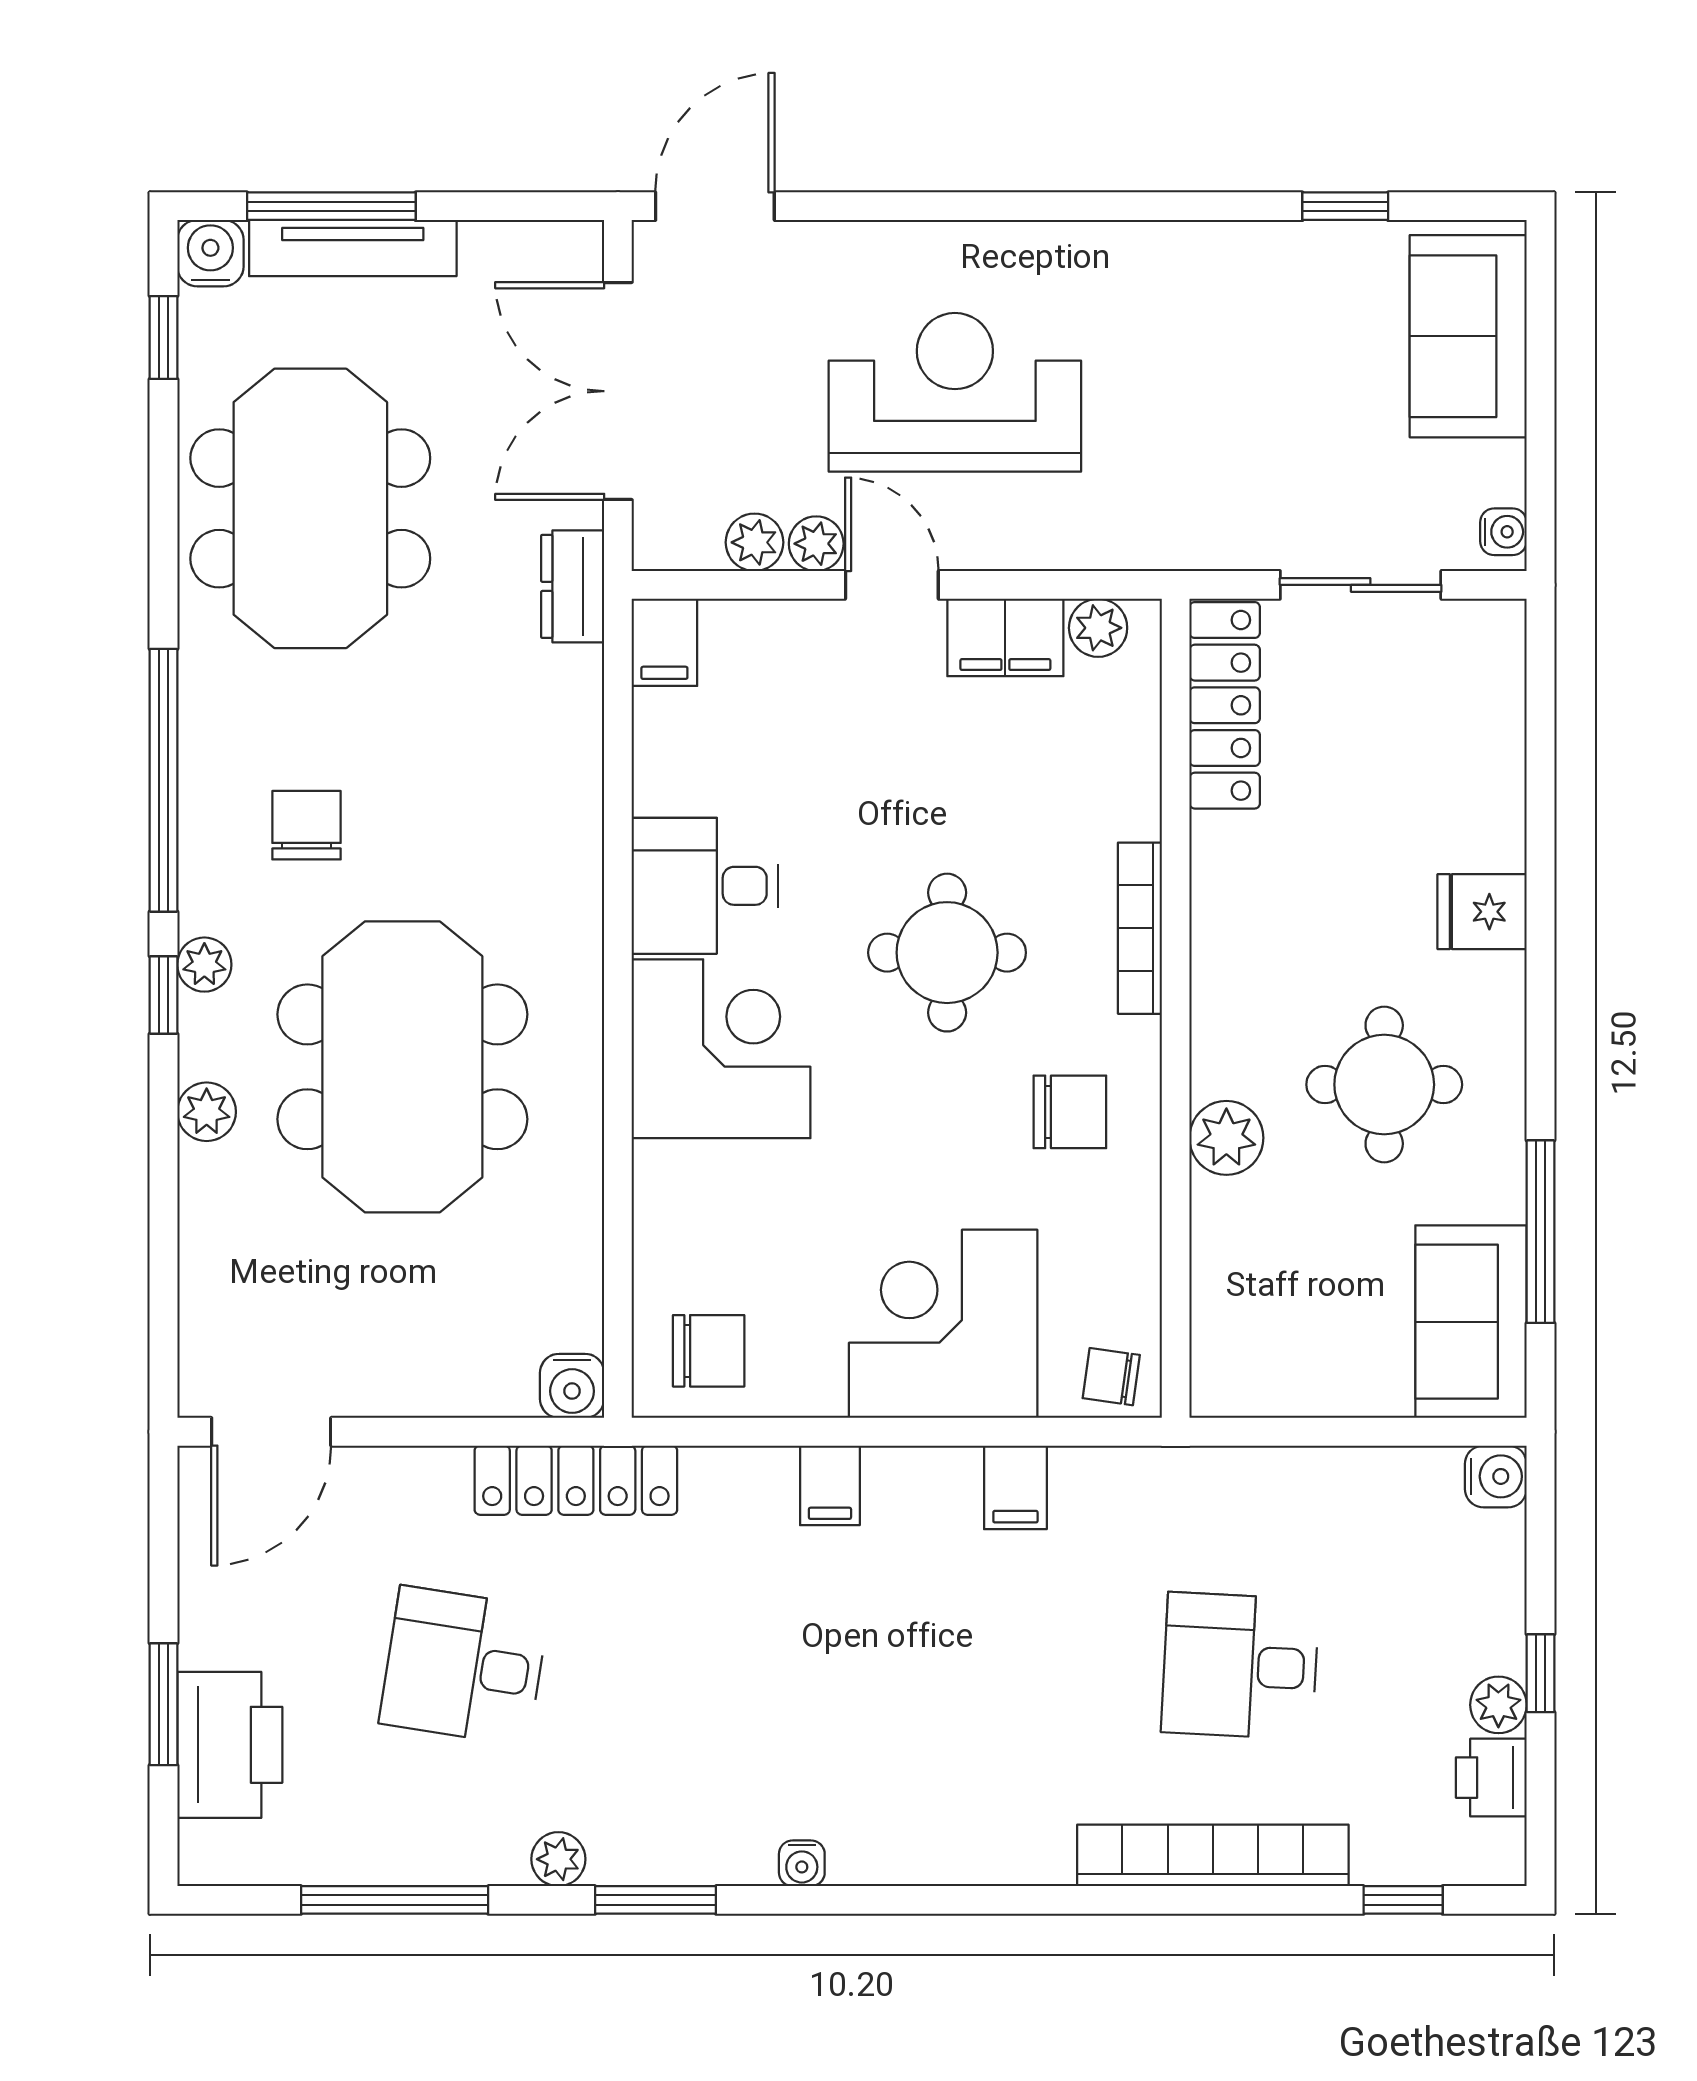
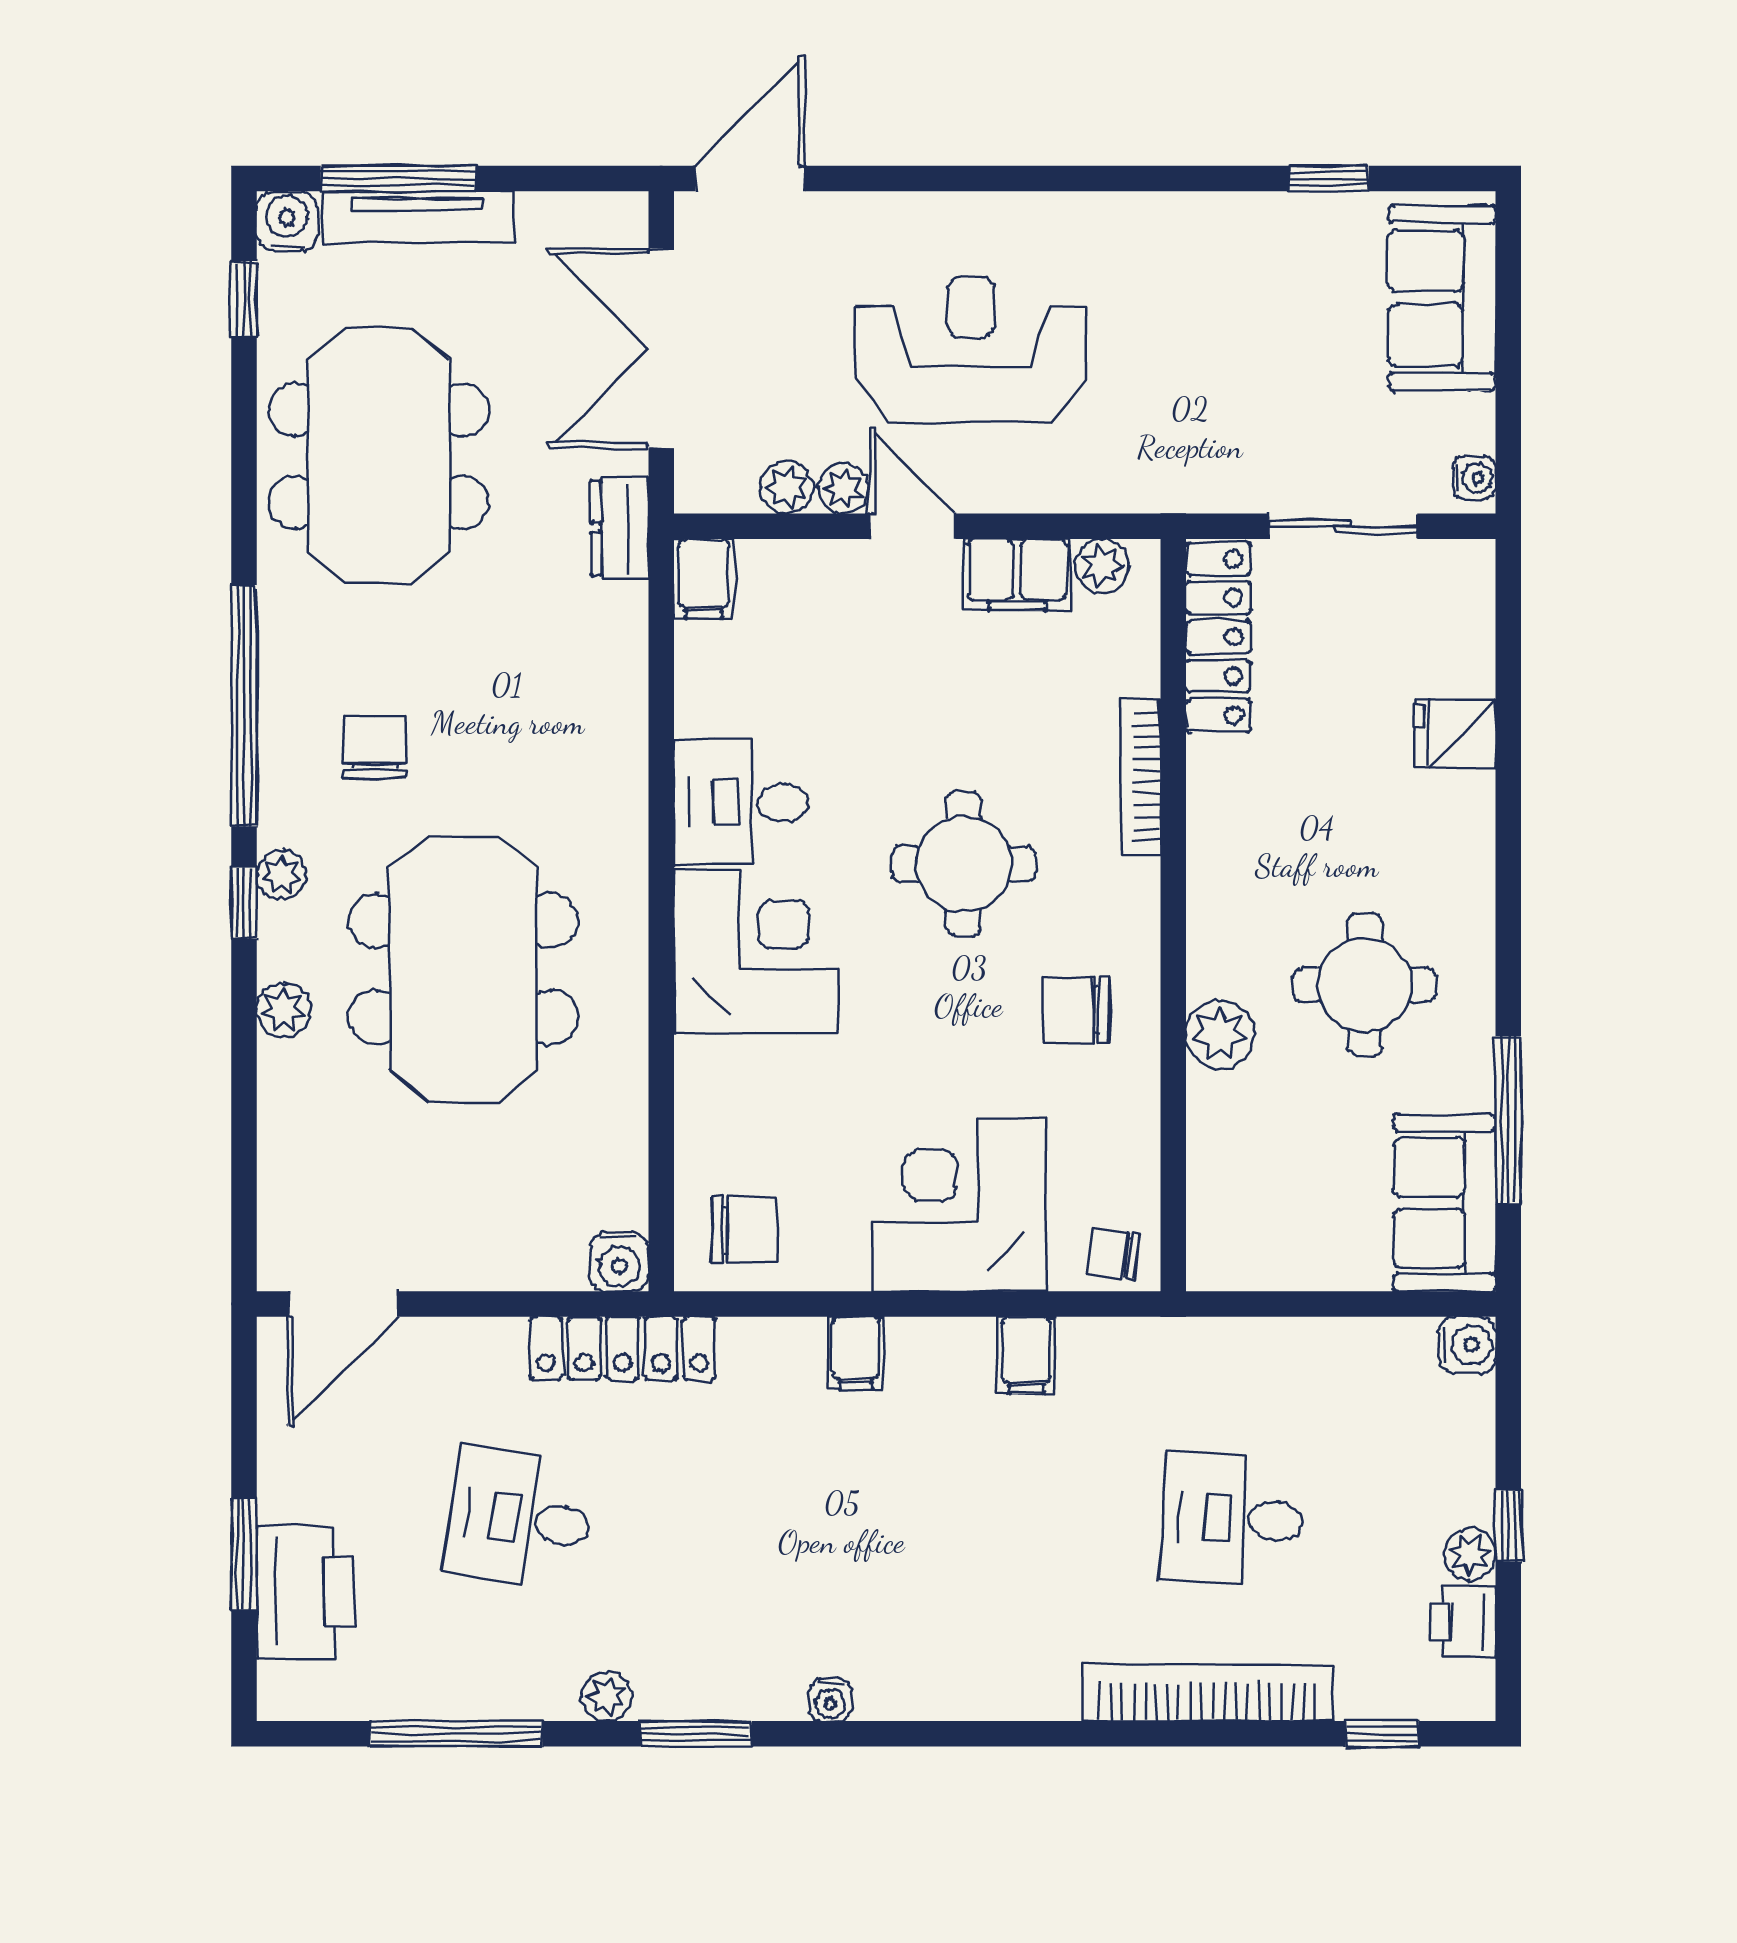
fridge: (1482, 912) -> (1455, 734), moved
bookcase: (1140, 928) -> (1140, 777), moved
chair: (1070, 1112) -> (1076, 1010), turned 180

